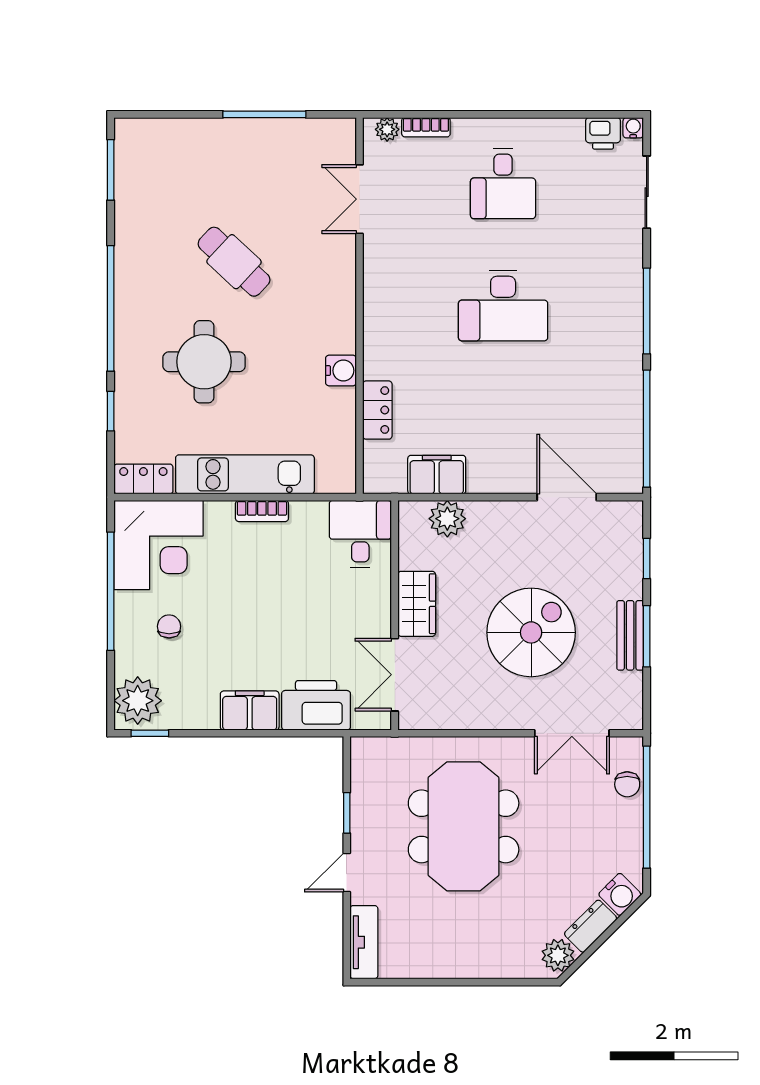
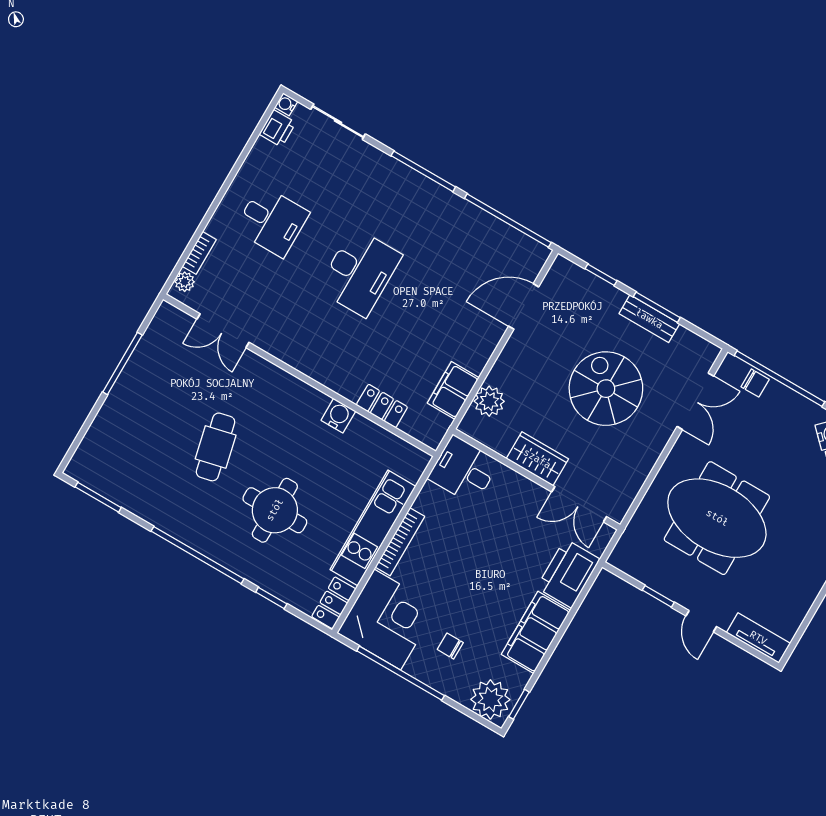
cafe table: (234, 262) -> (216, 447), turned -56
bookcase: (262, 511) -> (400, 542), width x1.56
filing cabinet: (250, 710) -> (536, 632), width x1.50, depth x1.17

